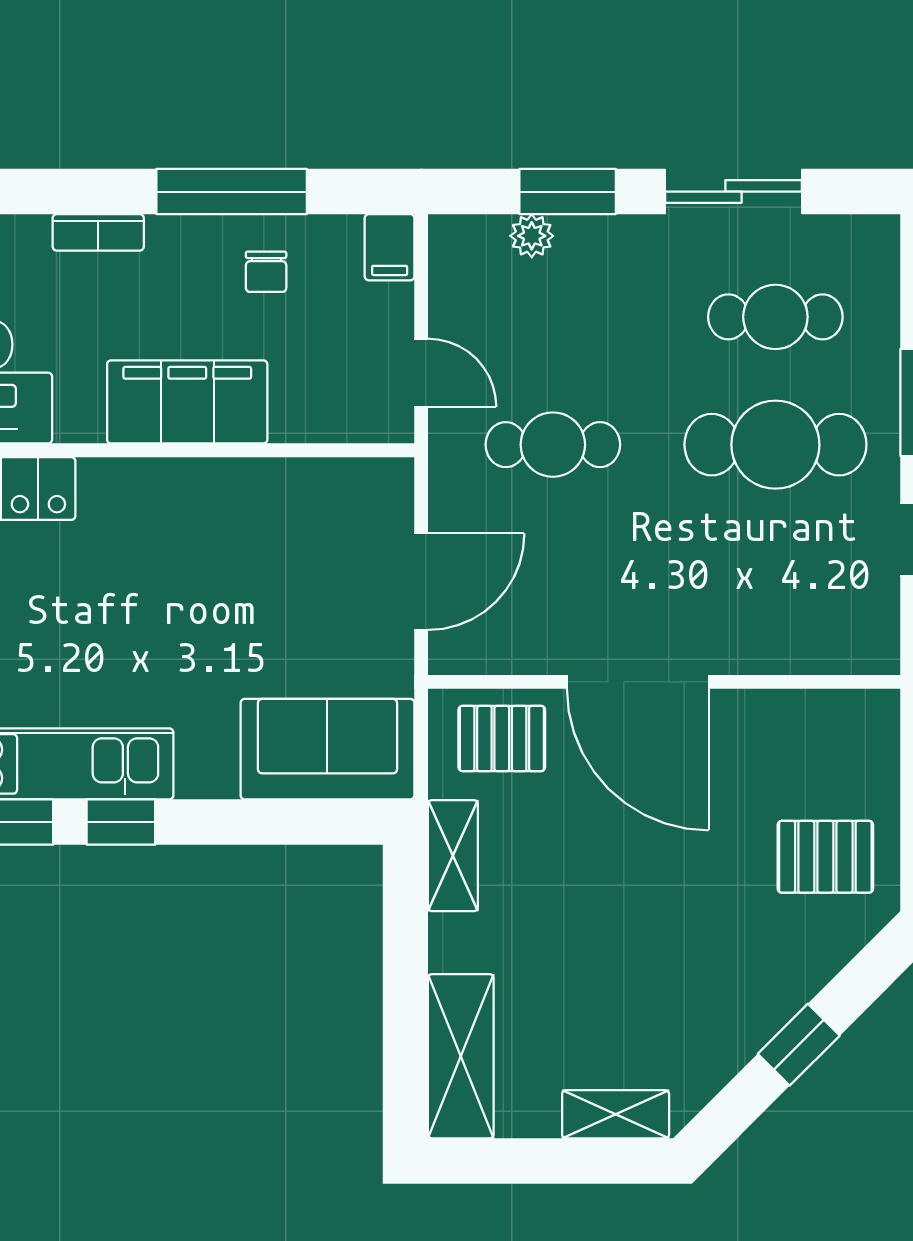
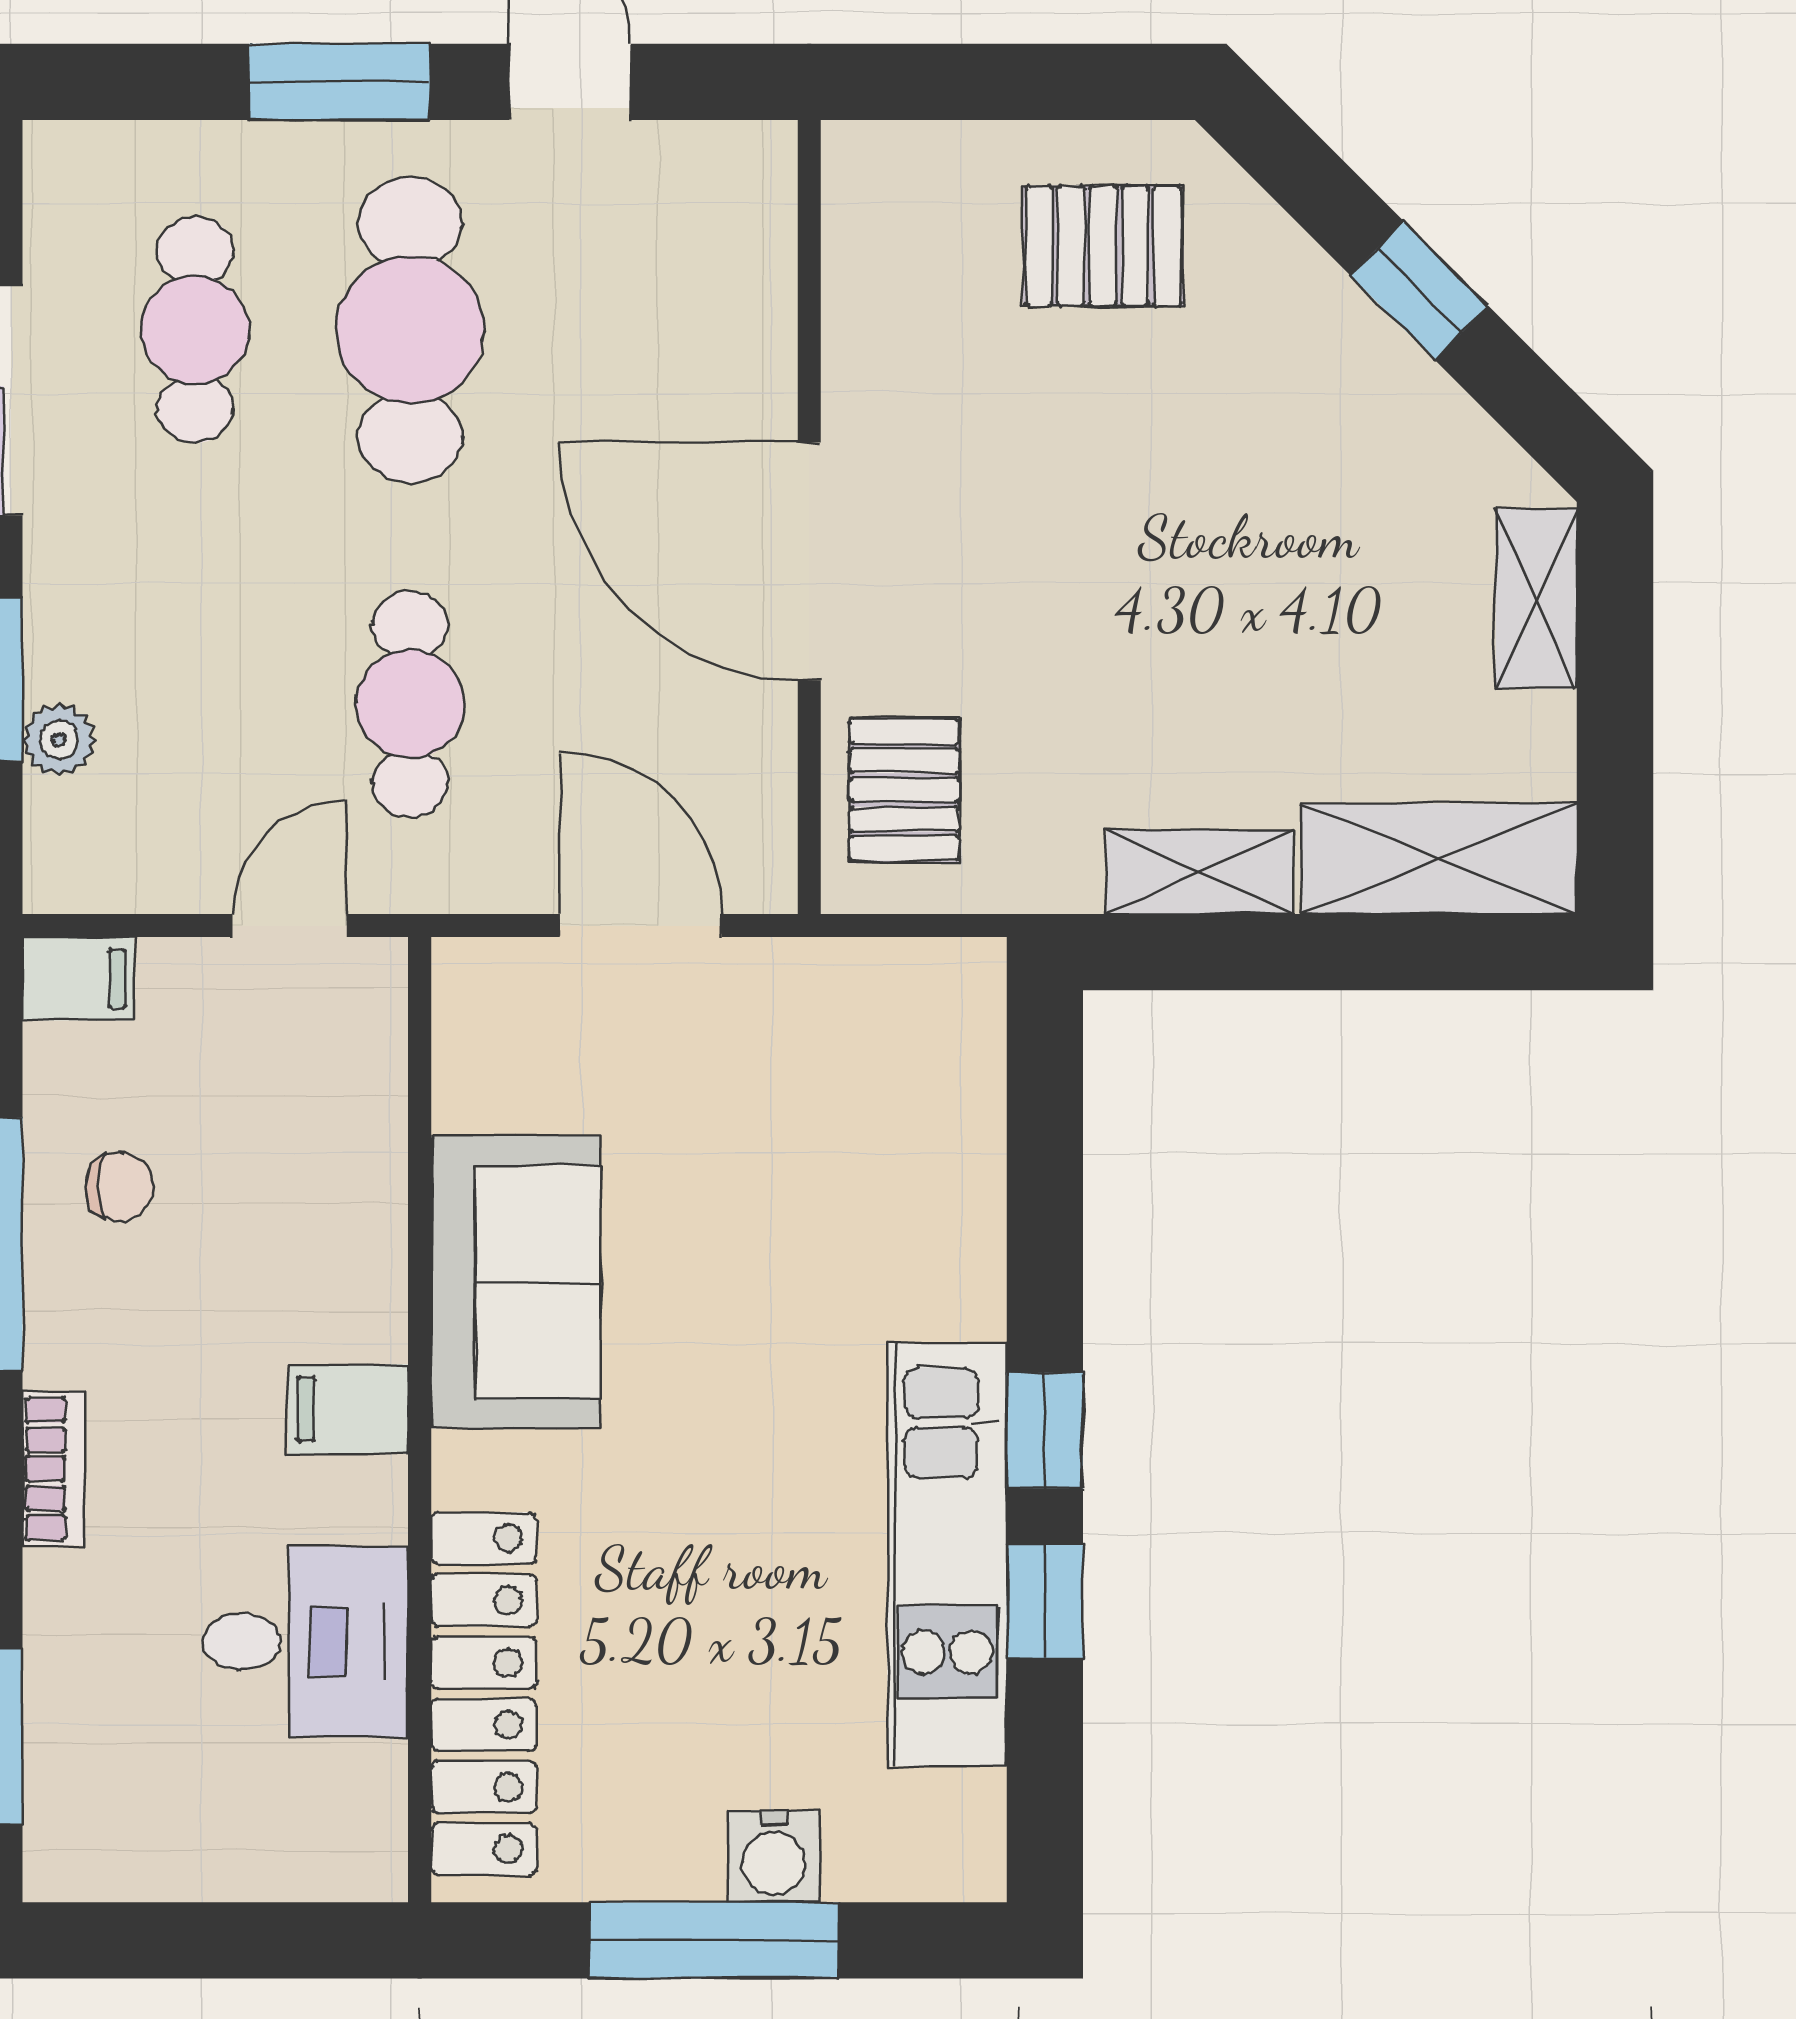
filing cabinet: (187, 402) -> (348, 1409), width x0.33, depth x0.86
door: (638, 682) -> (809, 561), swing flipped
sofa: (327, 749) -> (516, 1282), moved, turned 180
shelving: (453, 856) -> (1200, 872), moved
pallet: (825, 857) -> (1103, 246), turned 90

